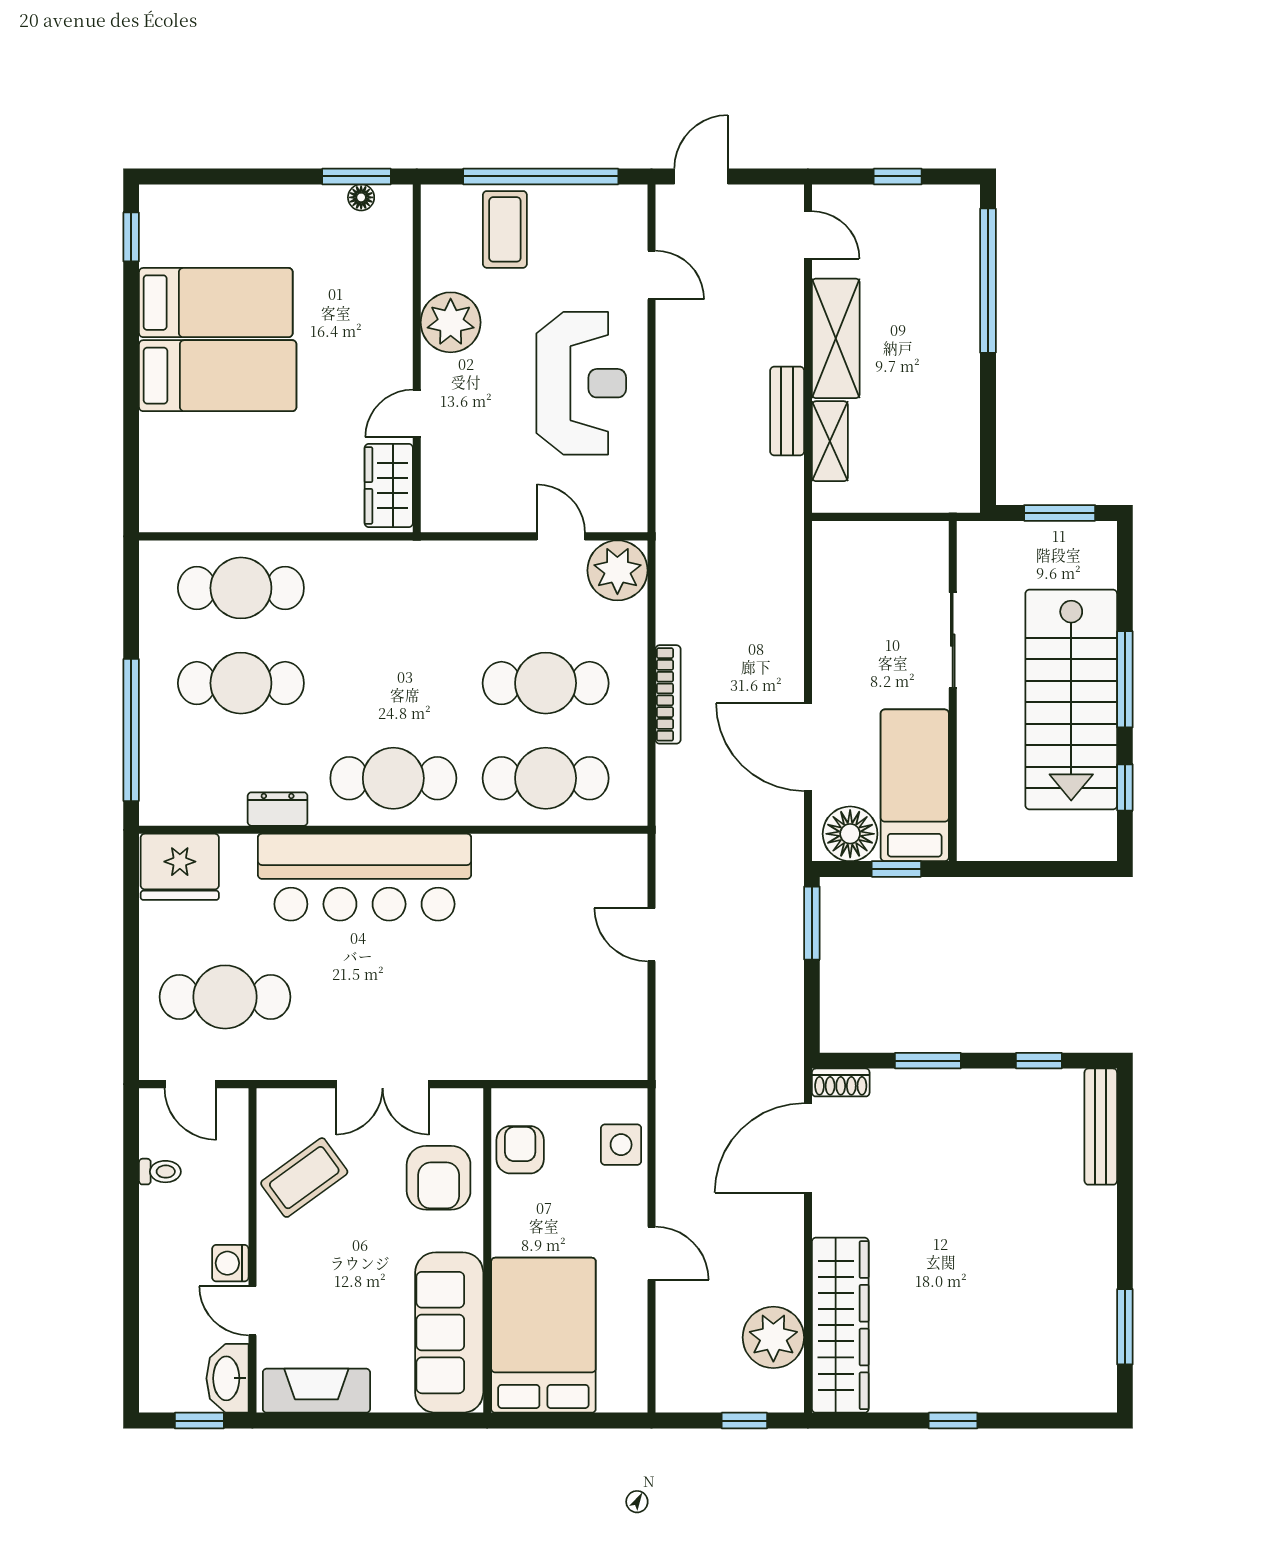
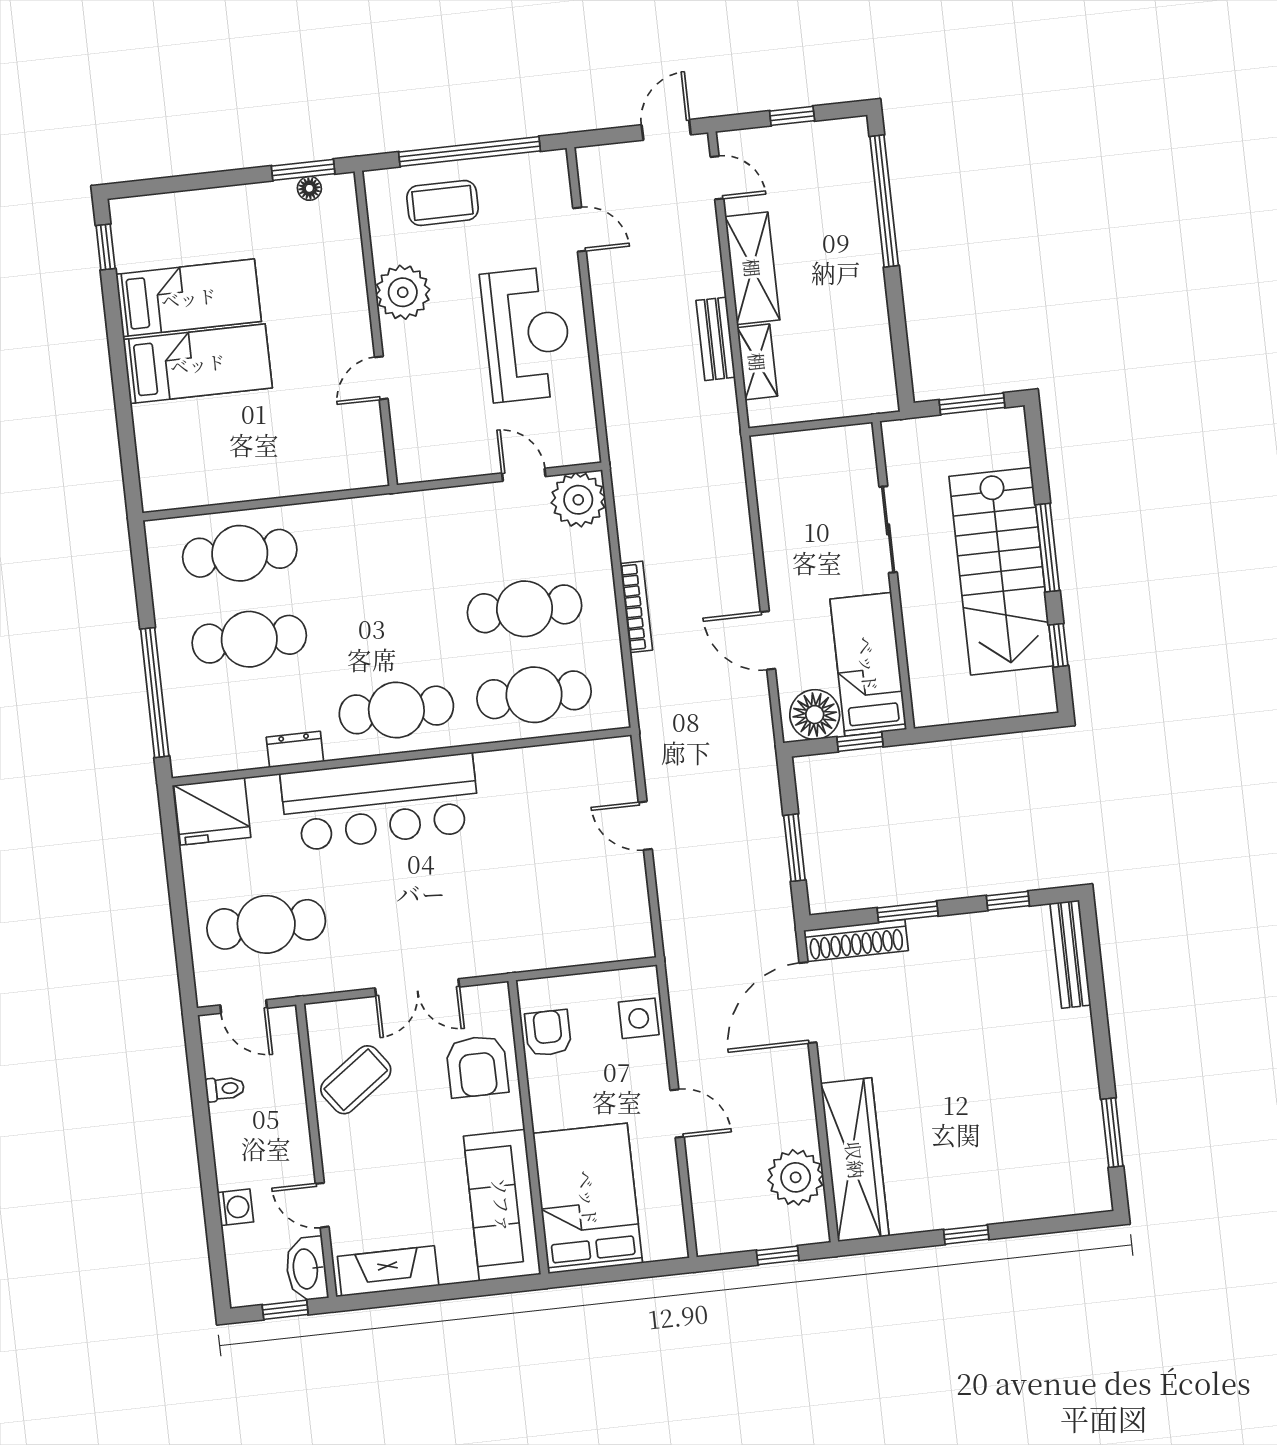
door: (701, 176) -> (666, 130), moved
coffee table: (505, 229) -> (442, 203), turned 90
wardrobe: (389, 486) -> (363, 446), removed
door: (808, 747) -> (768, 640), width x0.73
window: (812, 923) -> (794, 848), moved
shoe rack: (841, 1082) -> (856, 941), width x1.94, depth x1.24
washing machine: (230, 1263) -> (235, 1207), moved, turned 180

